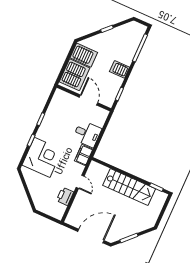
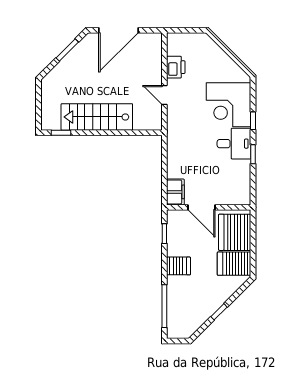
desk: (87, 134) -> (234, 144), moved, turned 180
filing cabinet: (84, 155) -> (175, 192), moved

